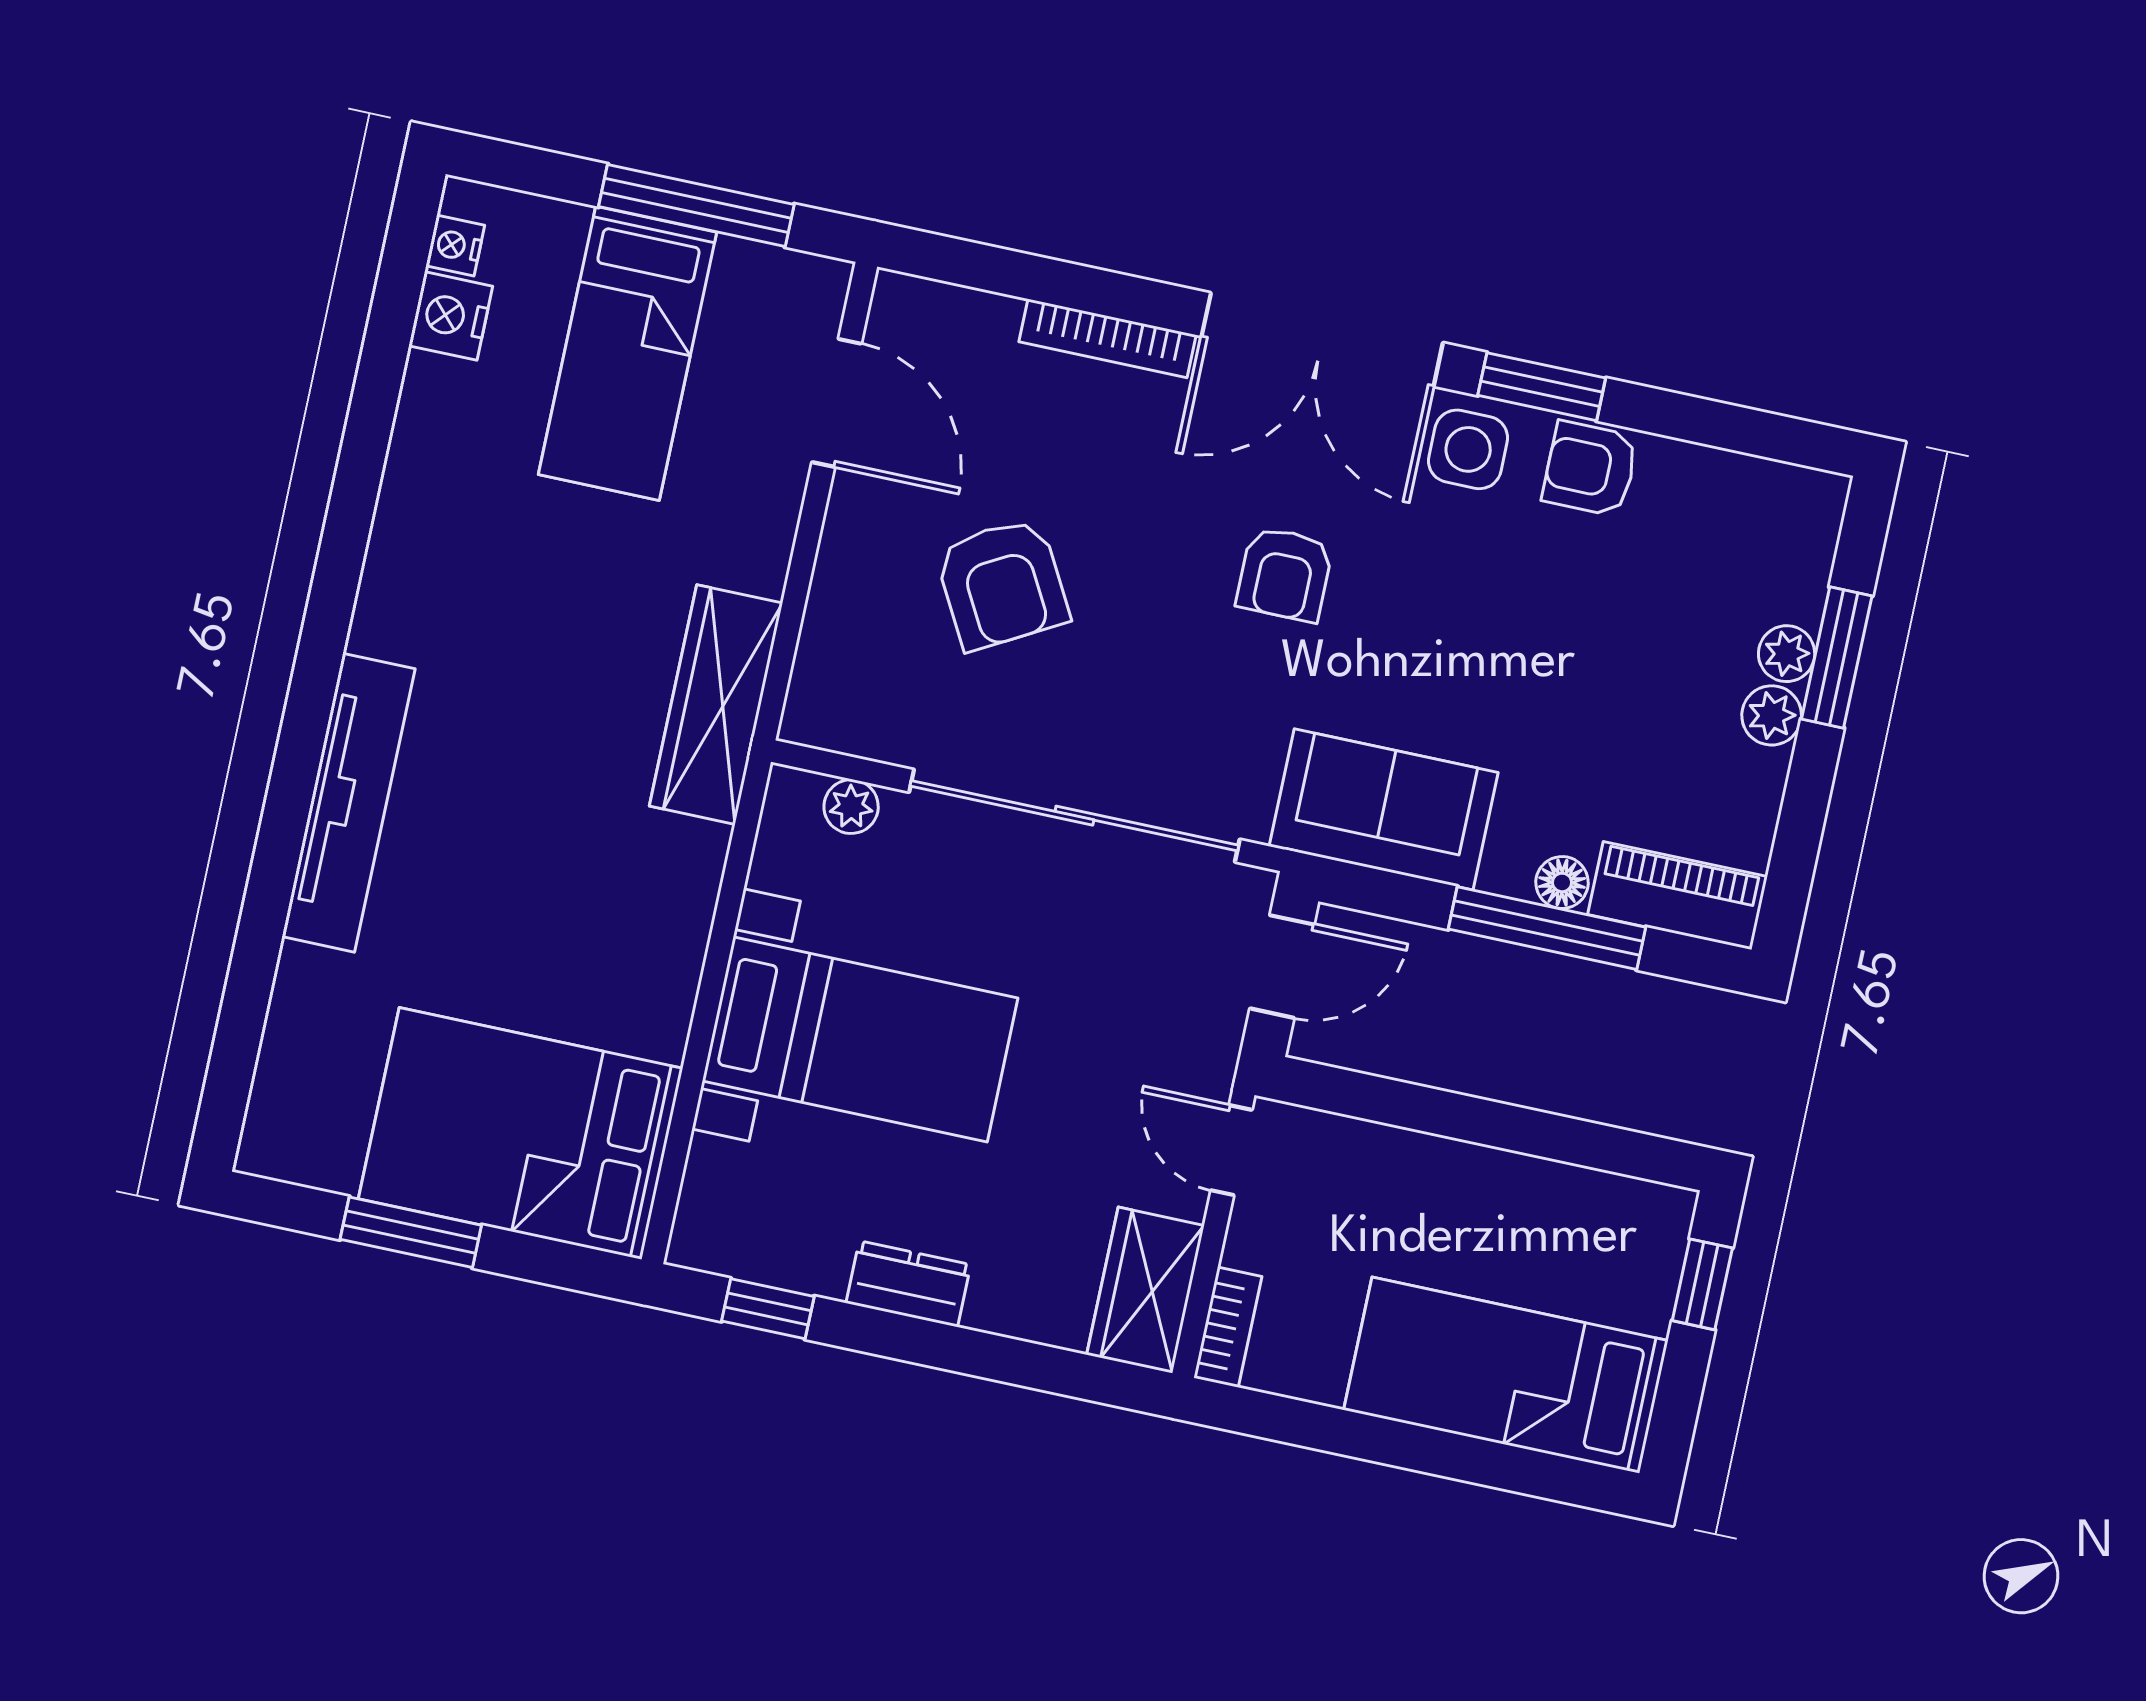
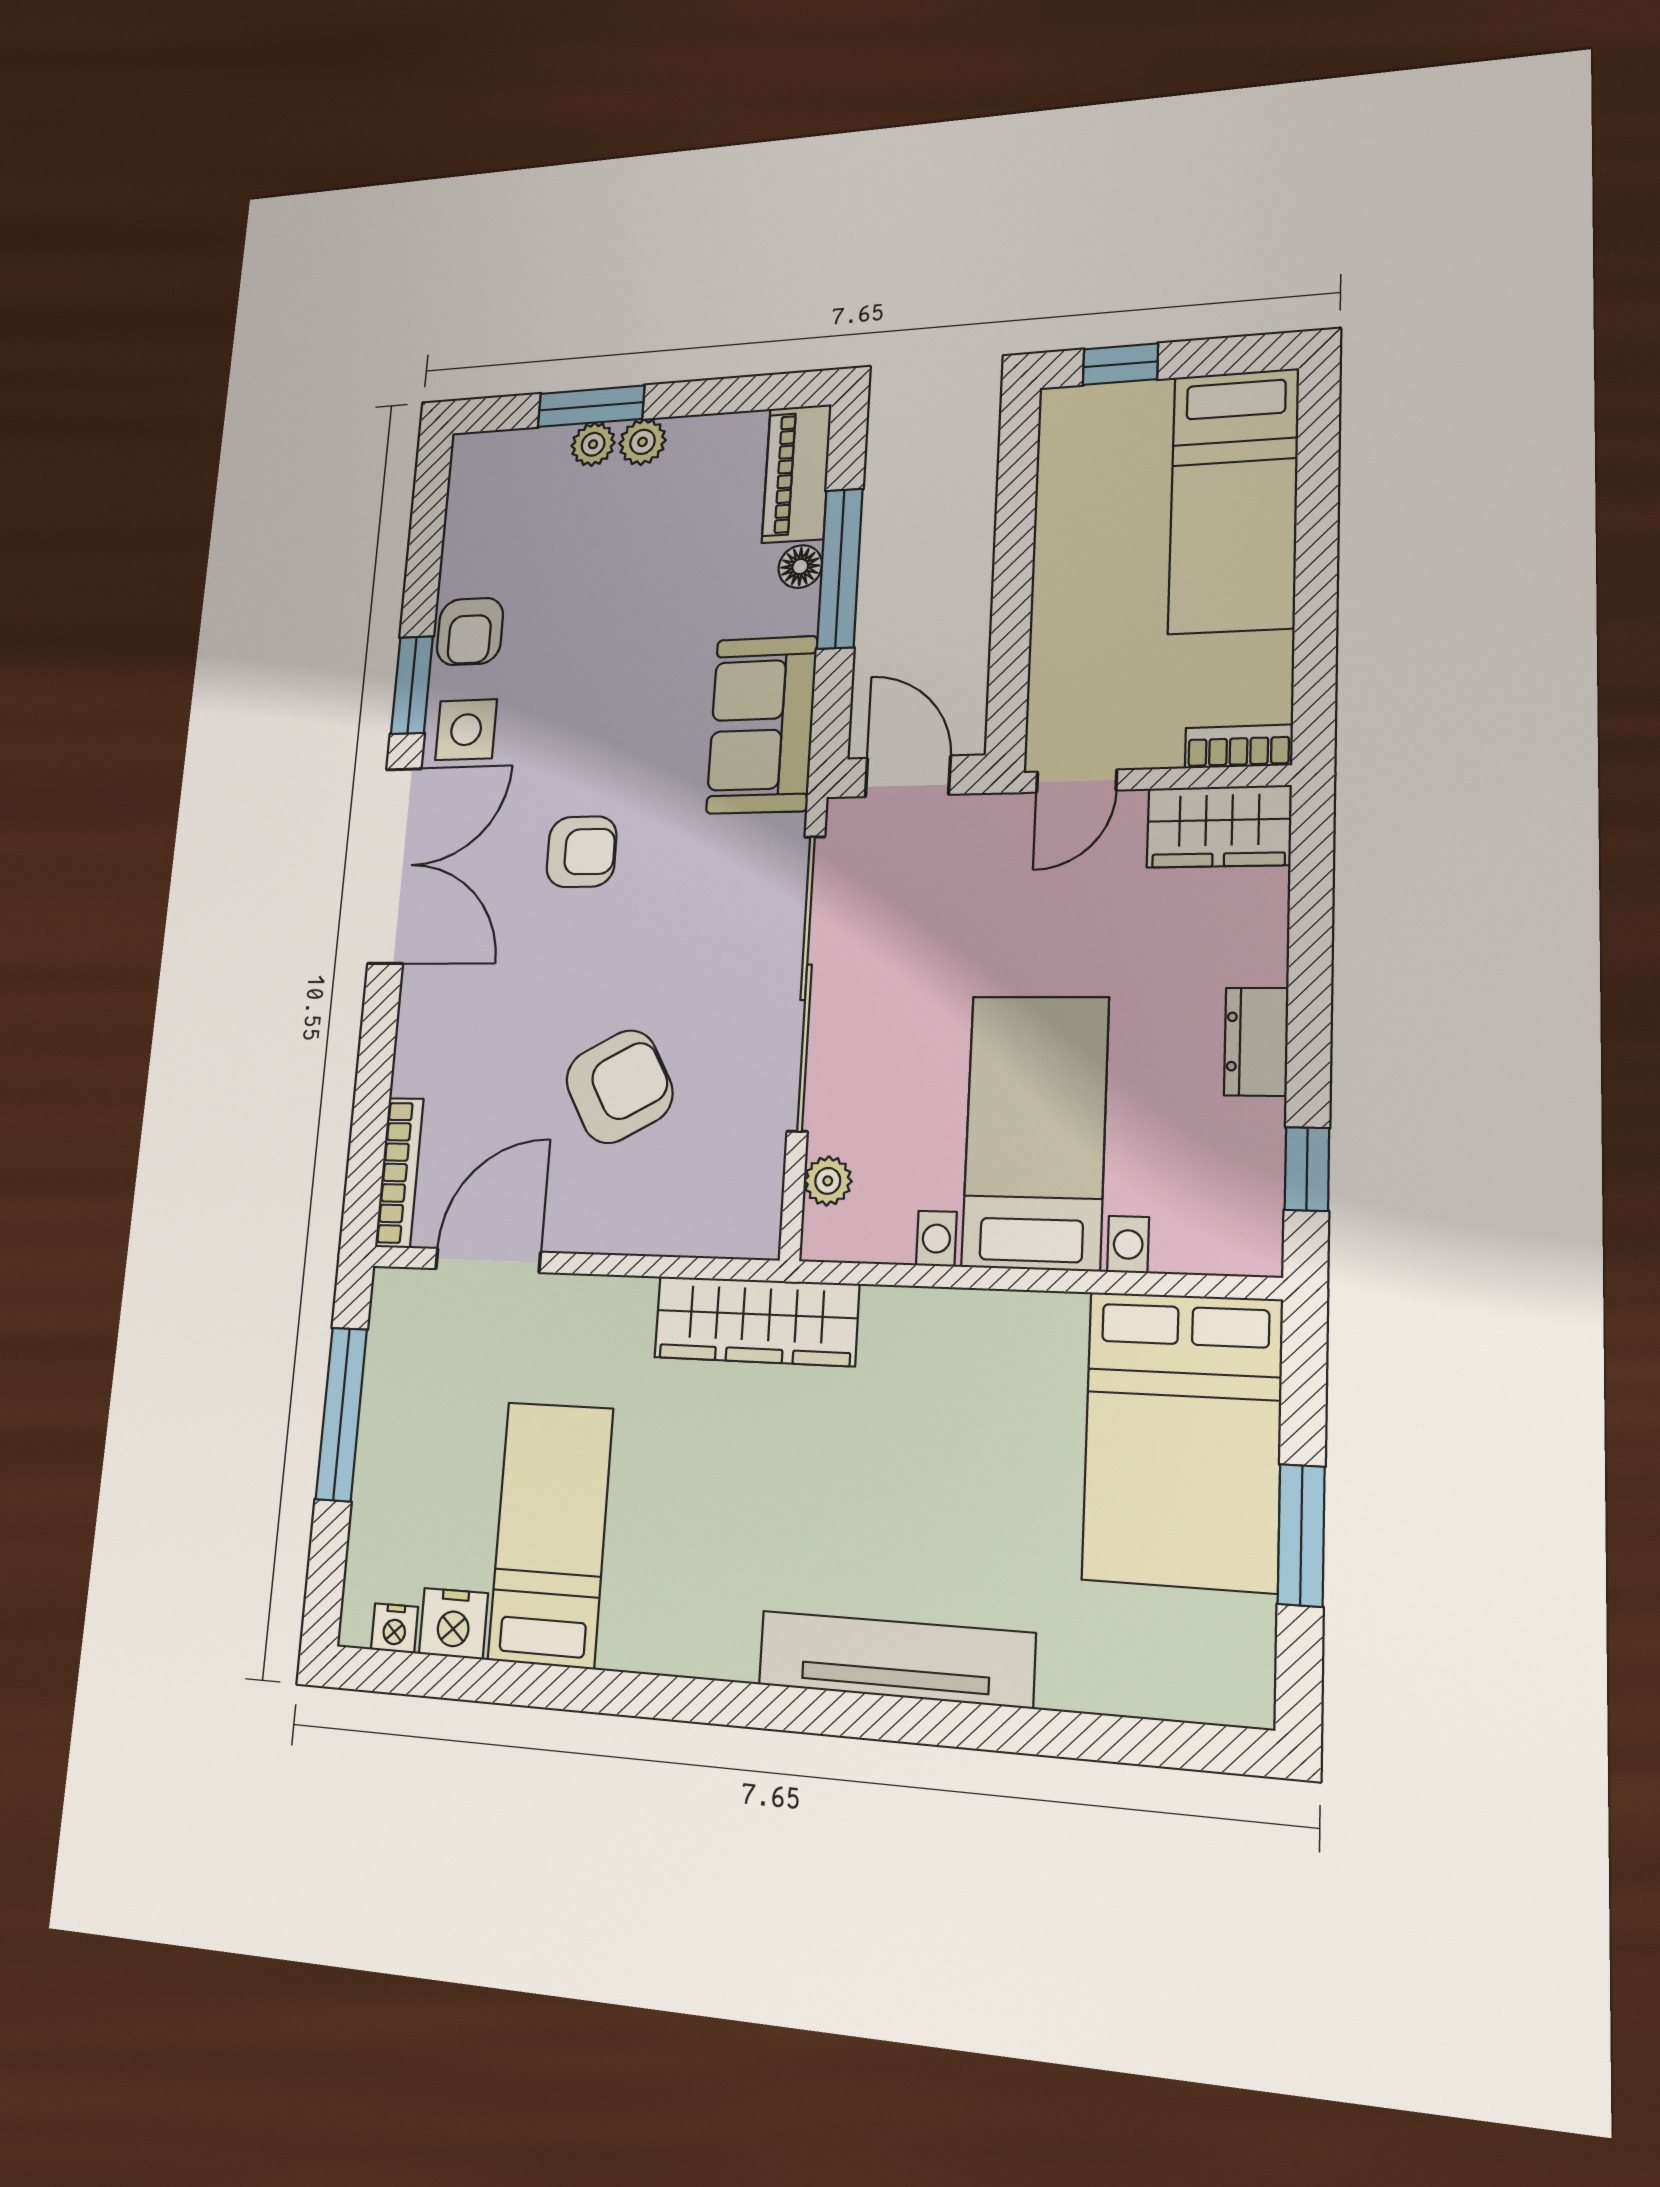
bookcase: (1108, 338) -> (399, 1173), moved
bed: (627, 353) -> (551, 1534), moved, turned -90

